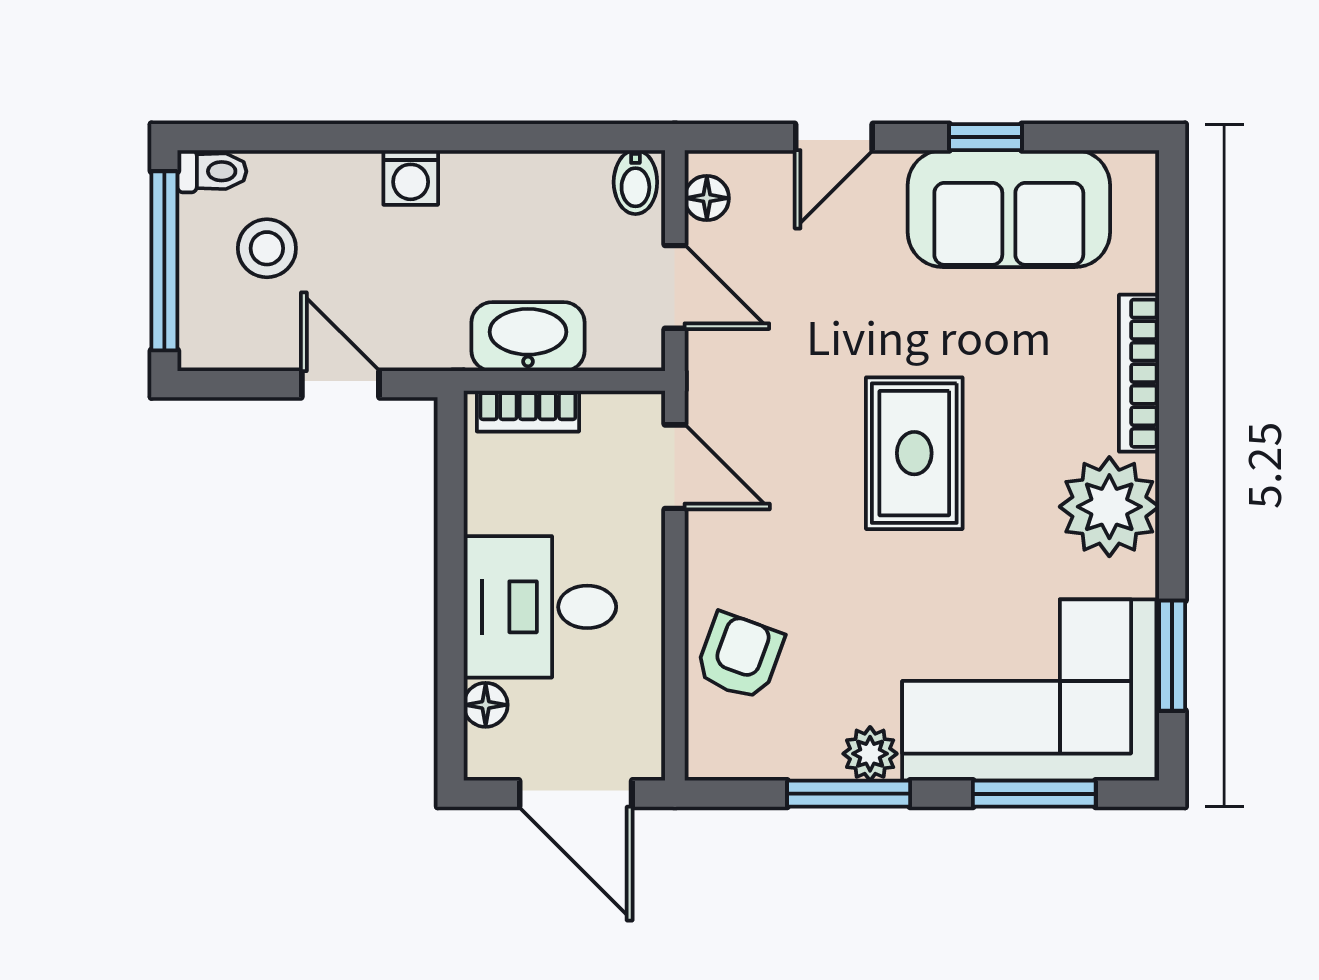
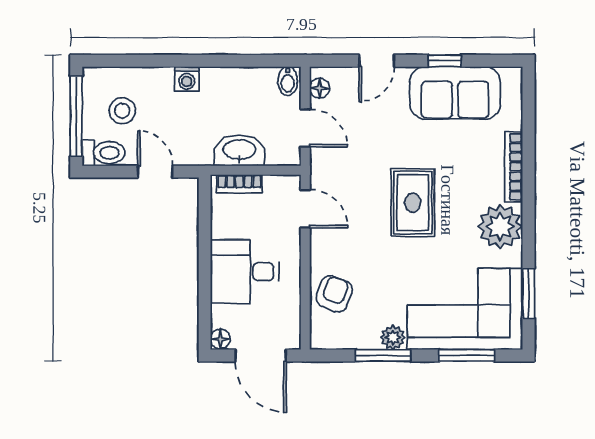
toilet: (212, 171) -> (104, 153), moved, width x1.37, depth x1.39
floor lamp: (486, 705) -> (220, 339), moved

